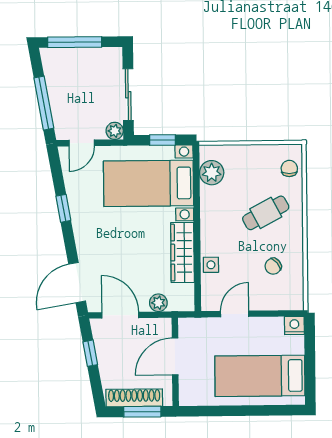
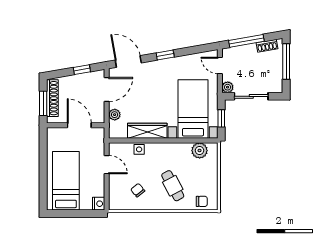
shoe rack: (51, 71) -> (267, 46), added
window: (63, 208) -> (165, 55), moved

